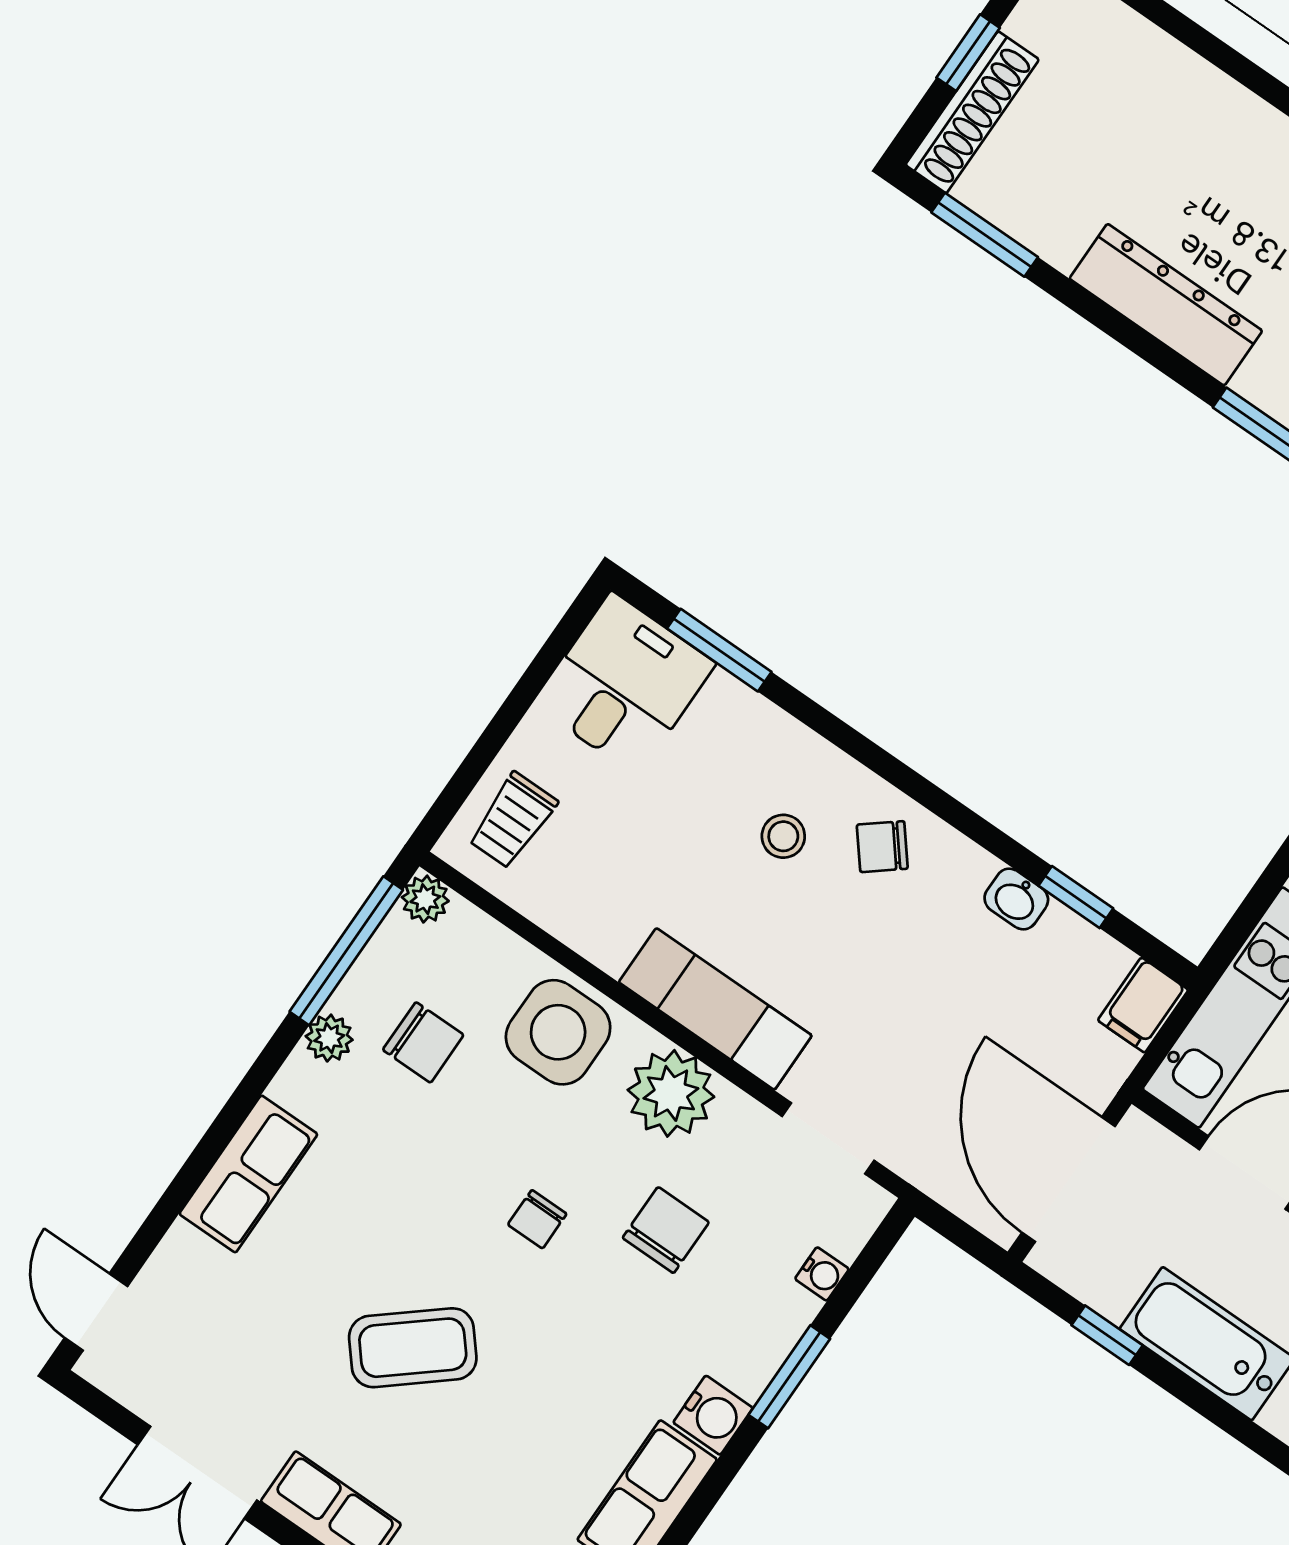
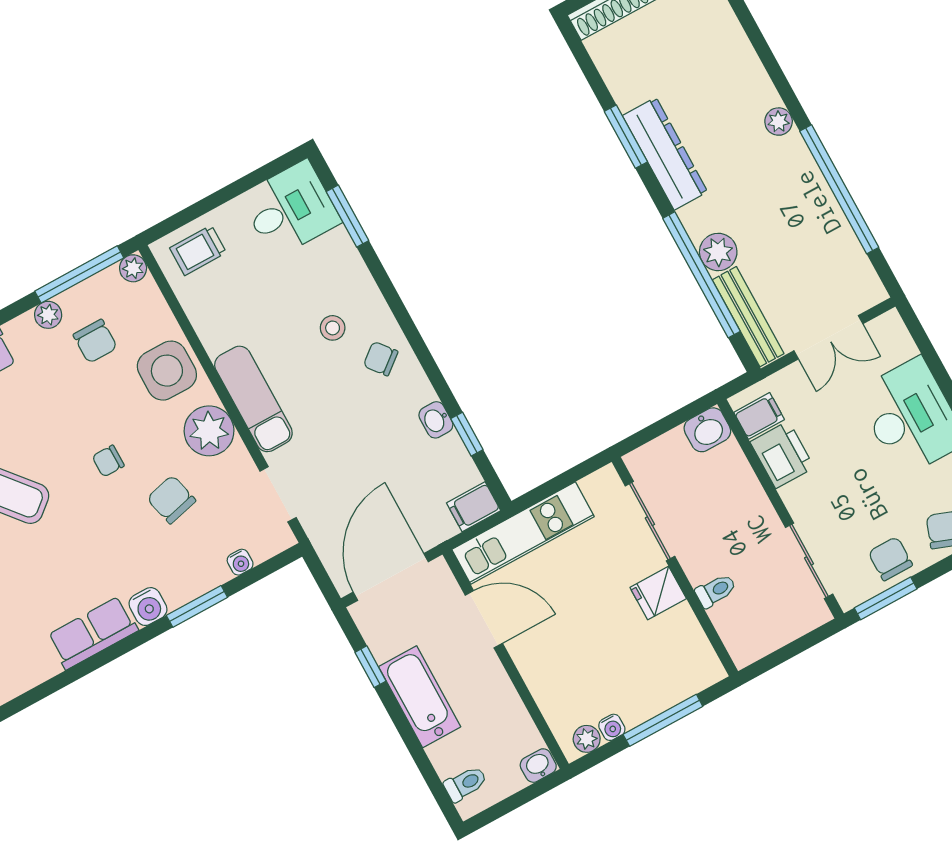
window: (985, 235) -> (626, 137), moved
chair: (666, 1230) -> (171, 500), turned -104

